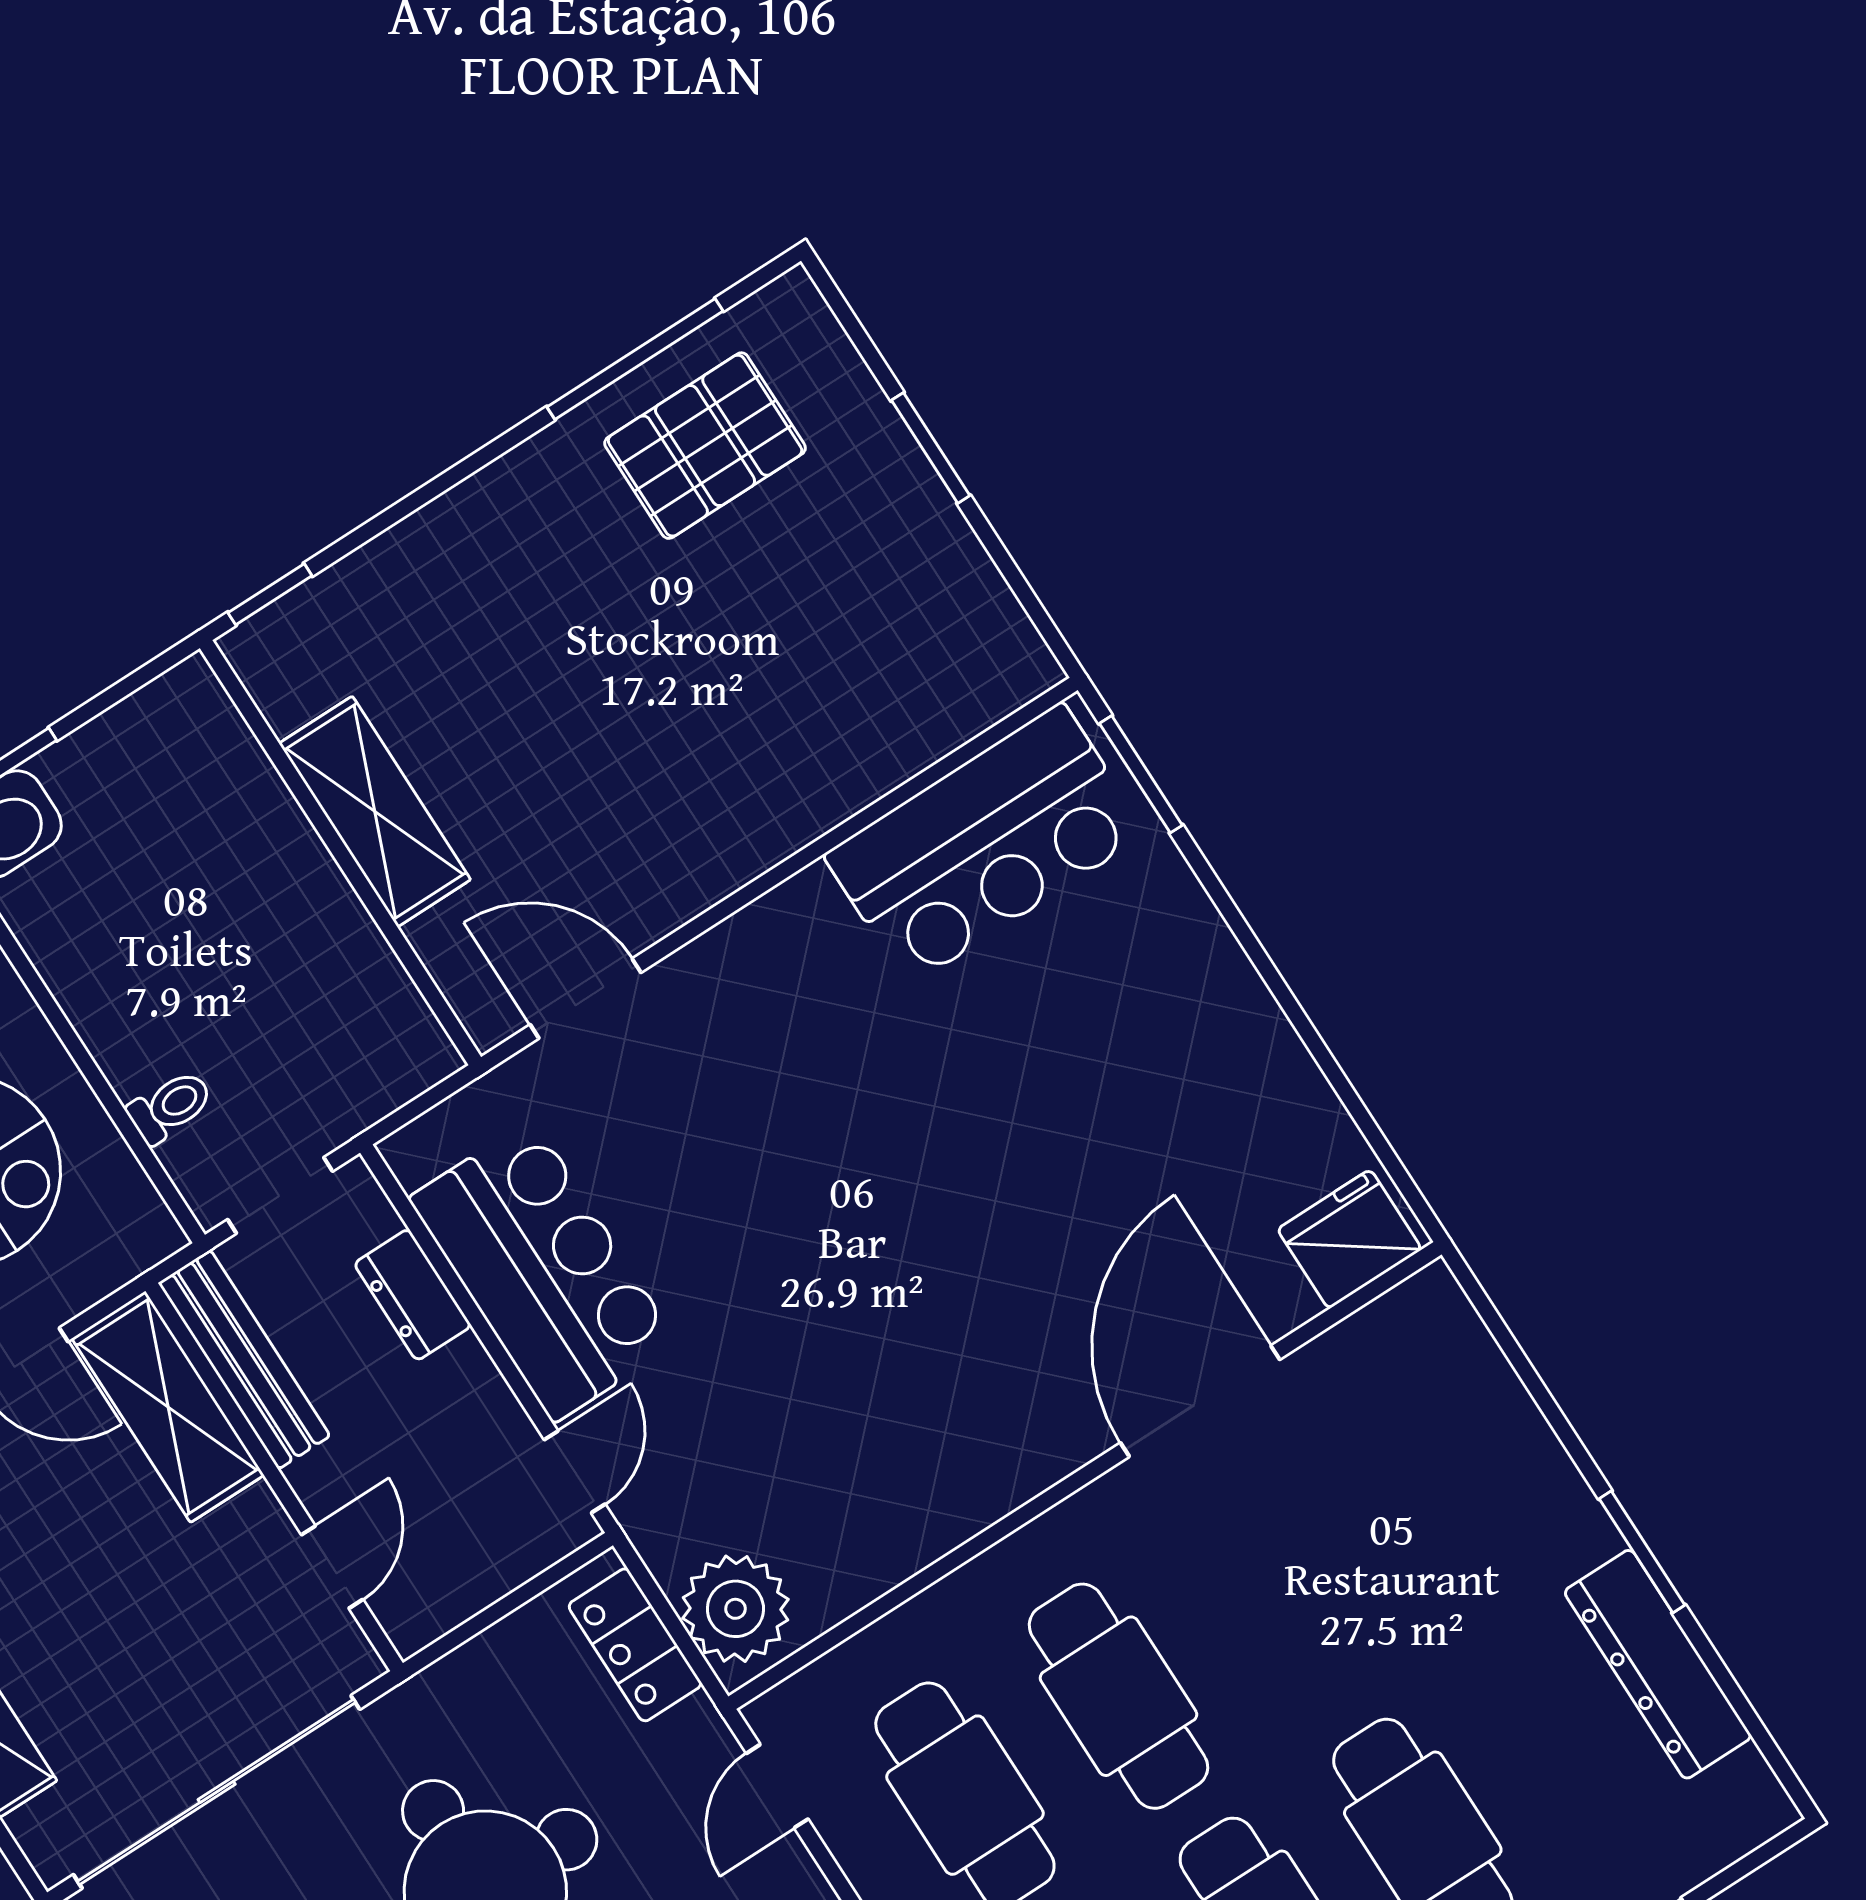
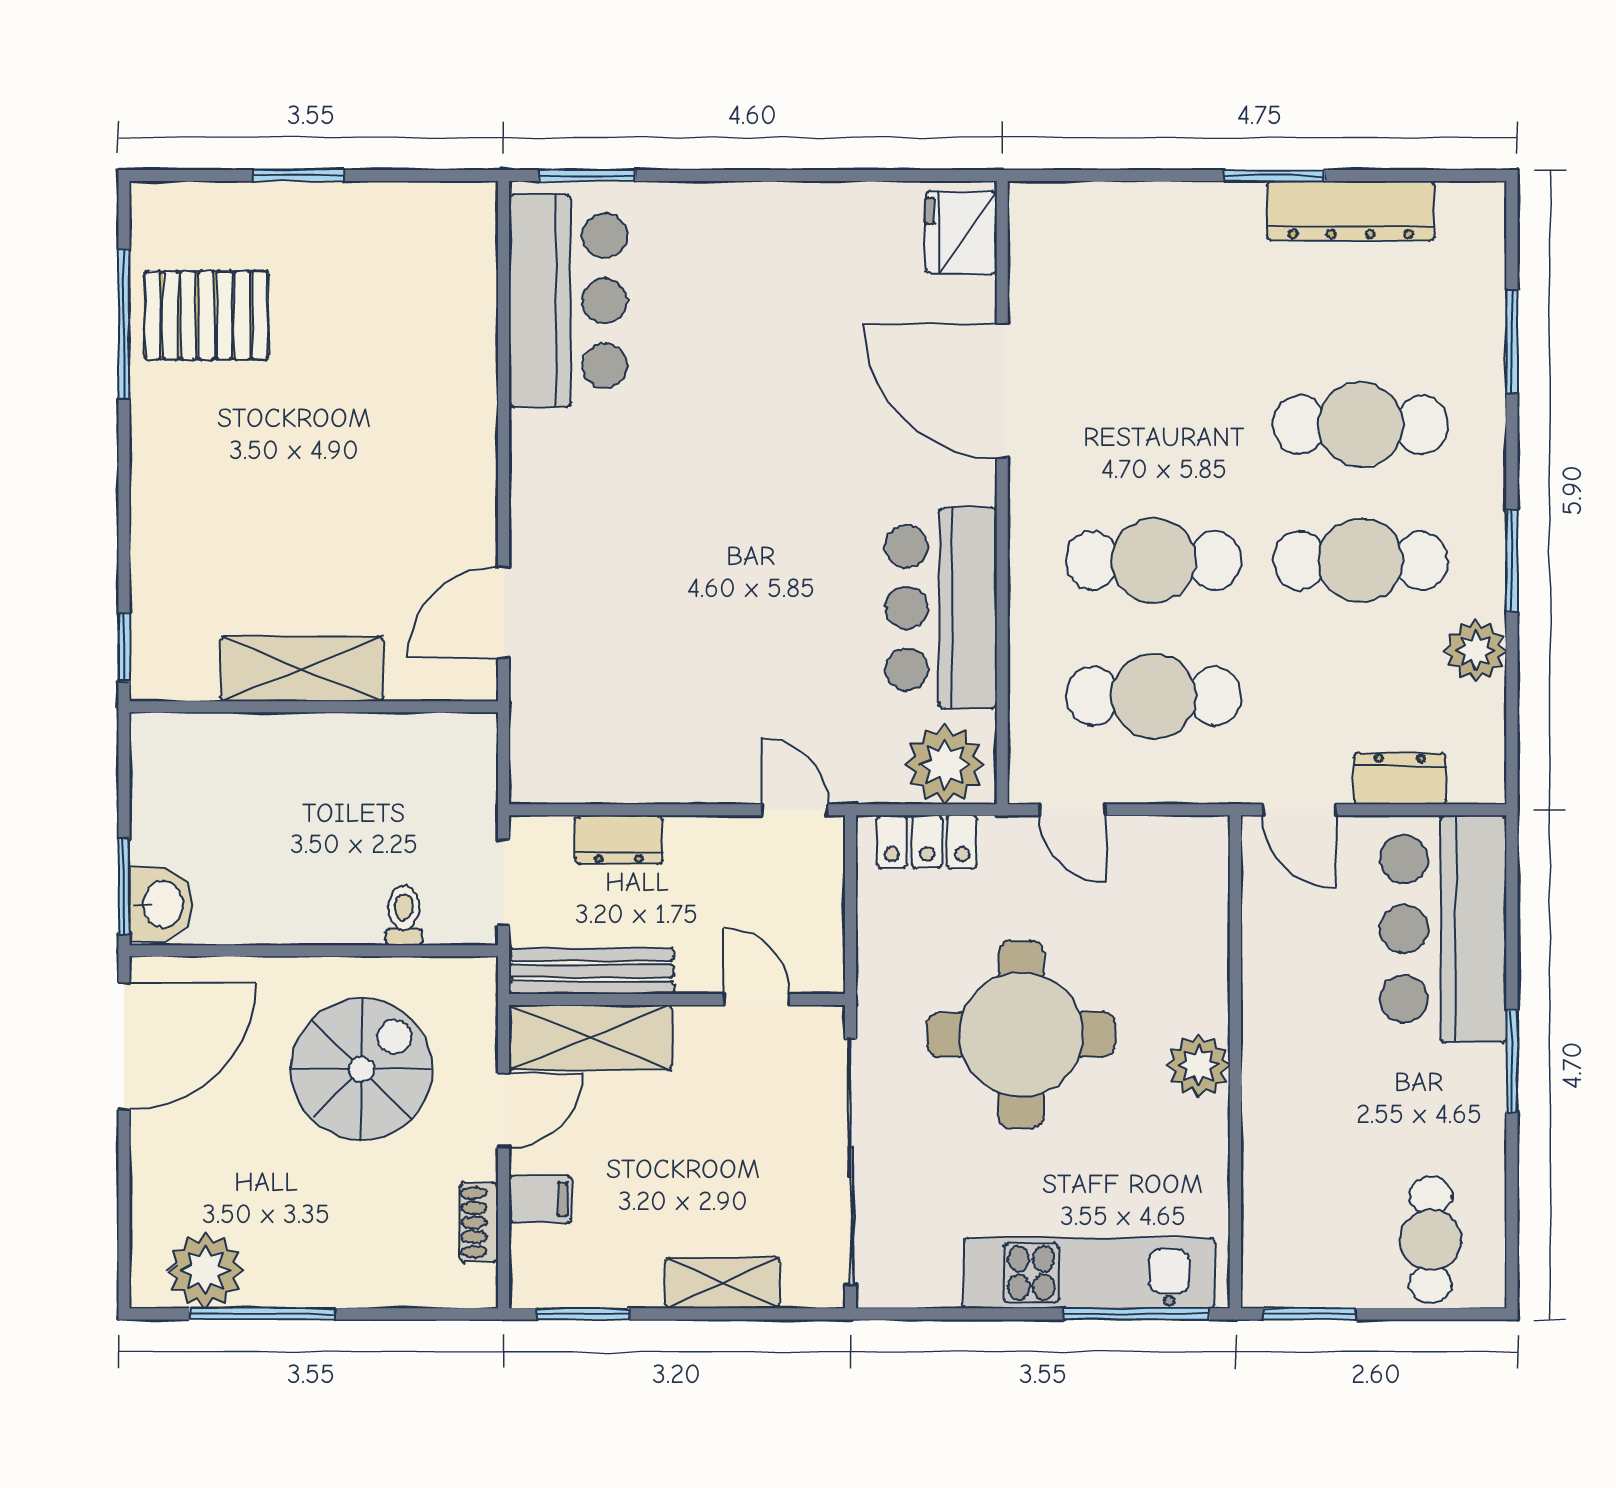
pallet: (705, 446) -> (206, 315), turned 90
bar counter: (543, 1271) -> (941, 608), moved, turned -90

